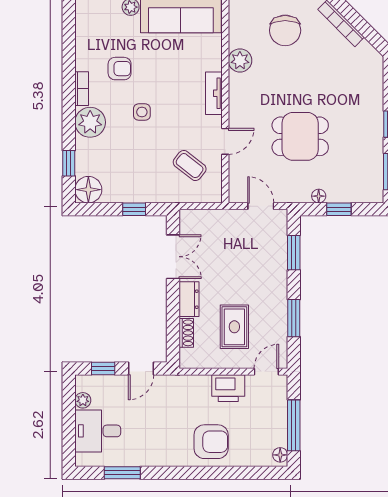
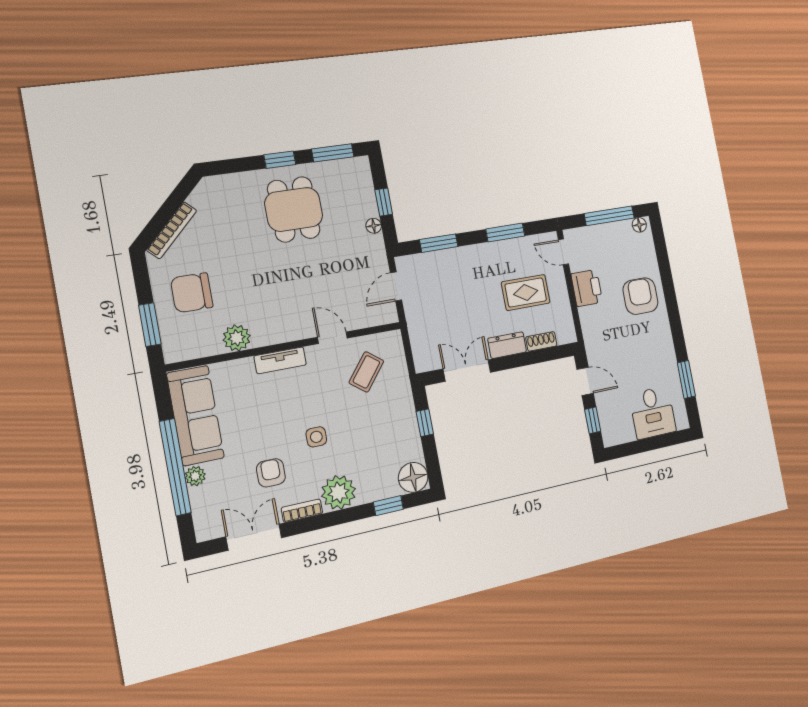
chair: (285, 30) -> (192, 293), turned 180
double door: (69, 45) -> (254, 537), added
dining table: (300, 136) -> (294, 209), moved
plant: (83, 400) -> (627, 434), removed

